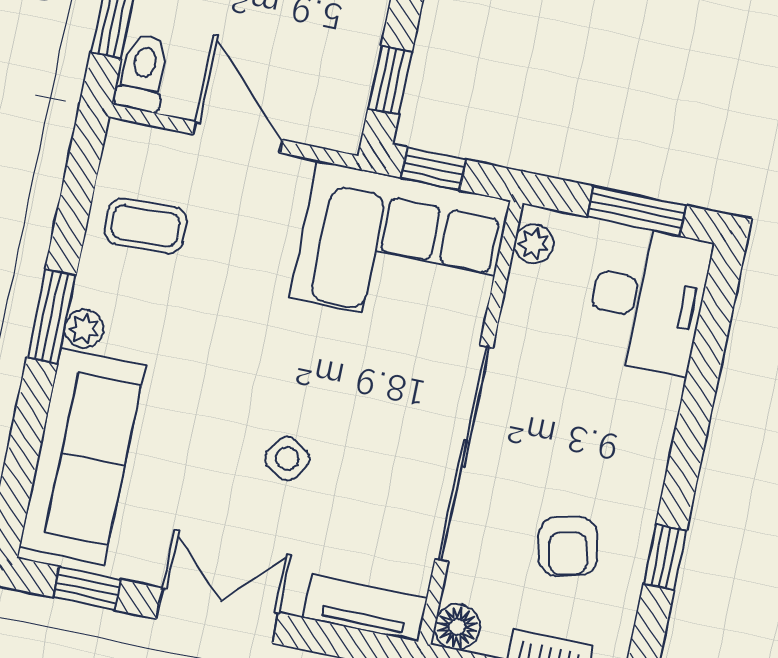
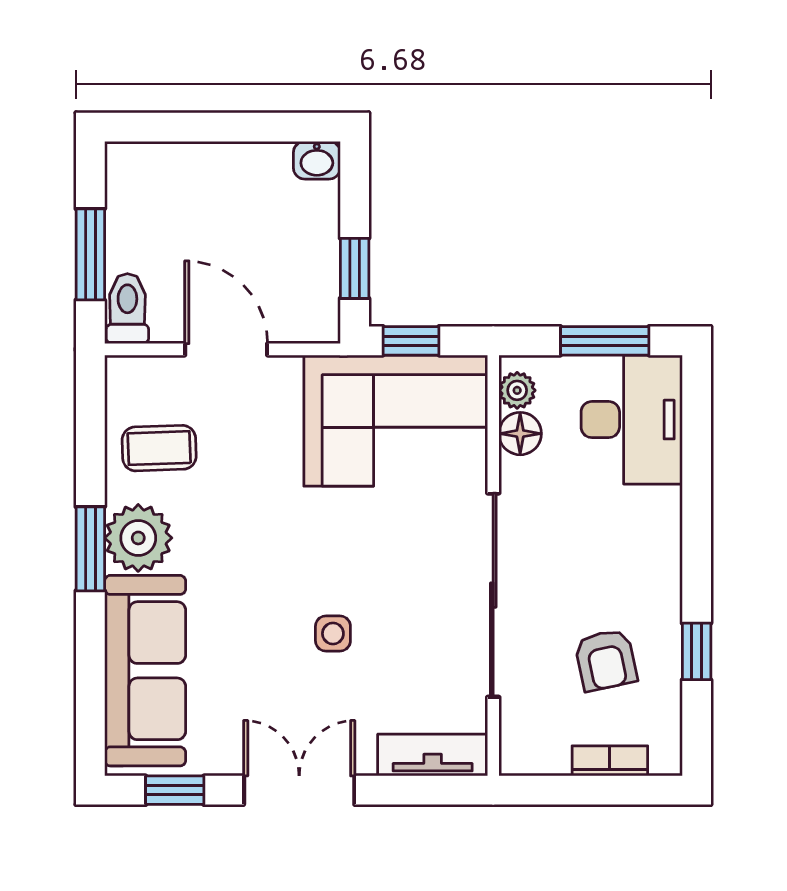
plant: (84, 329) -> (138, 538), width x1.88, depth x1.88
side table: (287, 459) -> (333, 634), turned -33
floor lamp: (457, 627) -> (520, 434), moved

